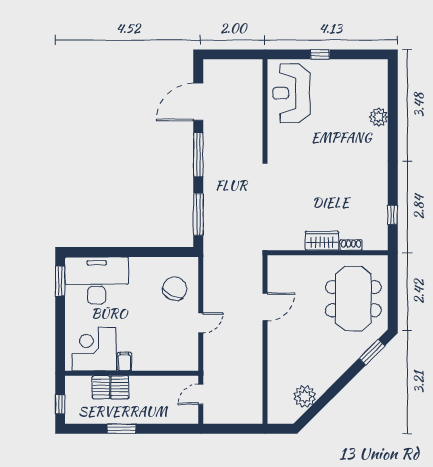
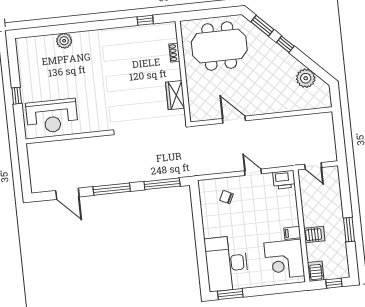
door: (198, 102) -> (67, 194), width x0.73
wardrobe: (322, 241) -> (175, 95), moved
chair: (175, 289) -> (227, 197), width x0.54, depth x0.54
printer: (188, 358) -> (284, 180), added
window: (347, 377) -> (285, 44), added
server rack: (101, 387) -> (316, 271), moved, turned -90

